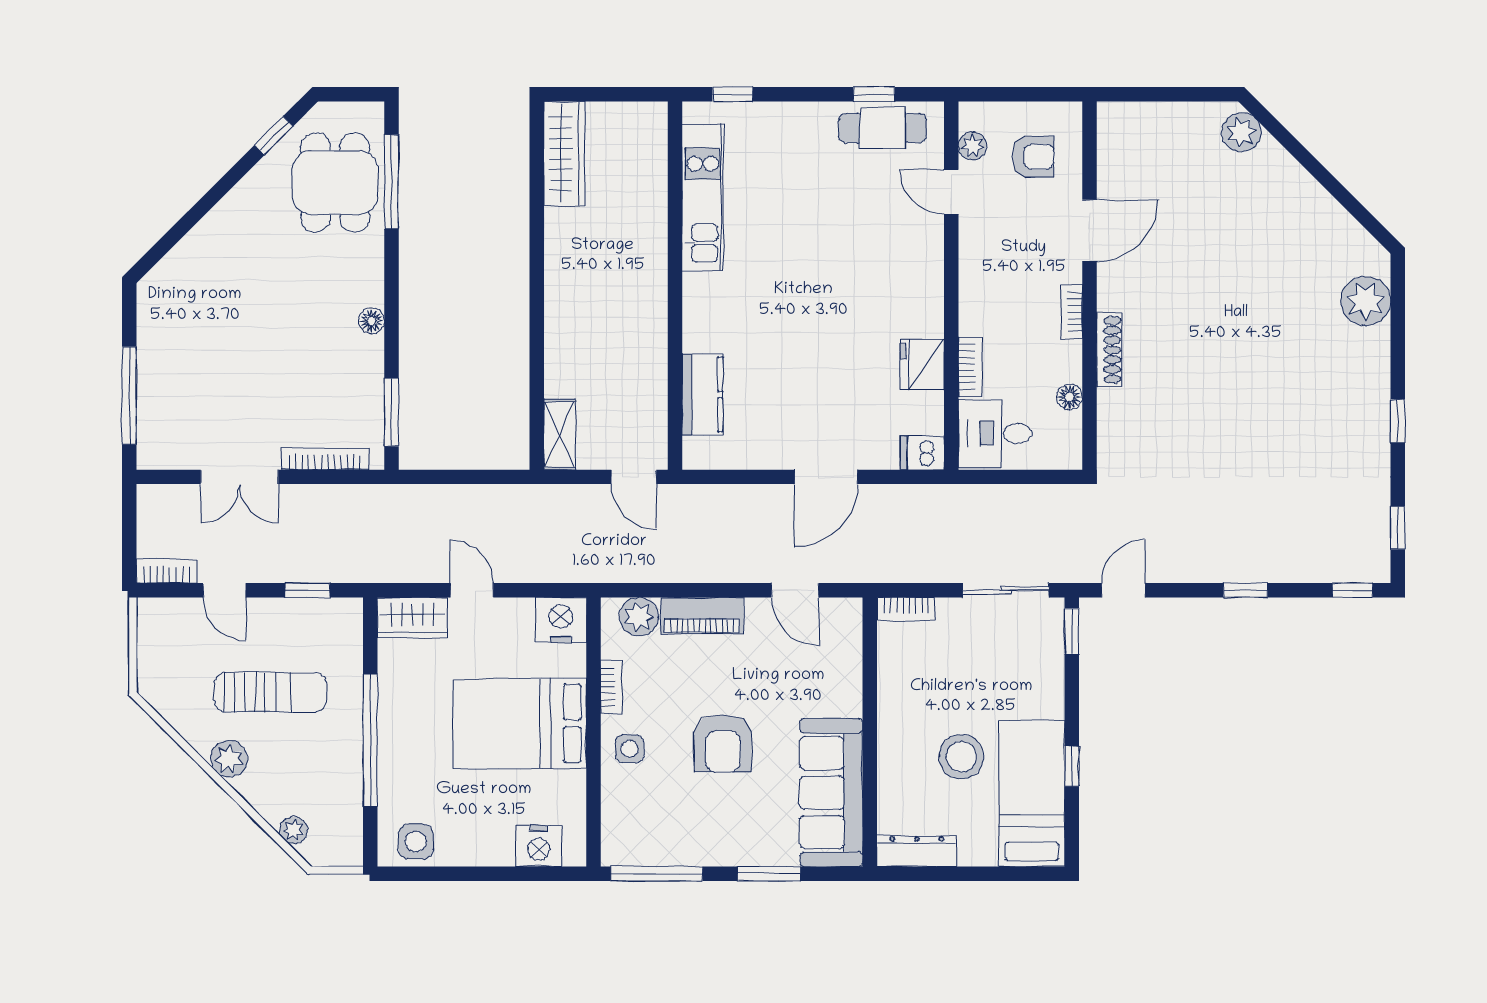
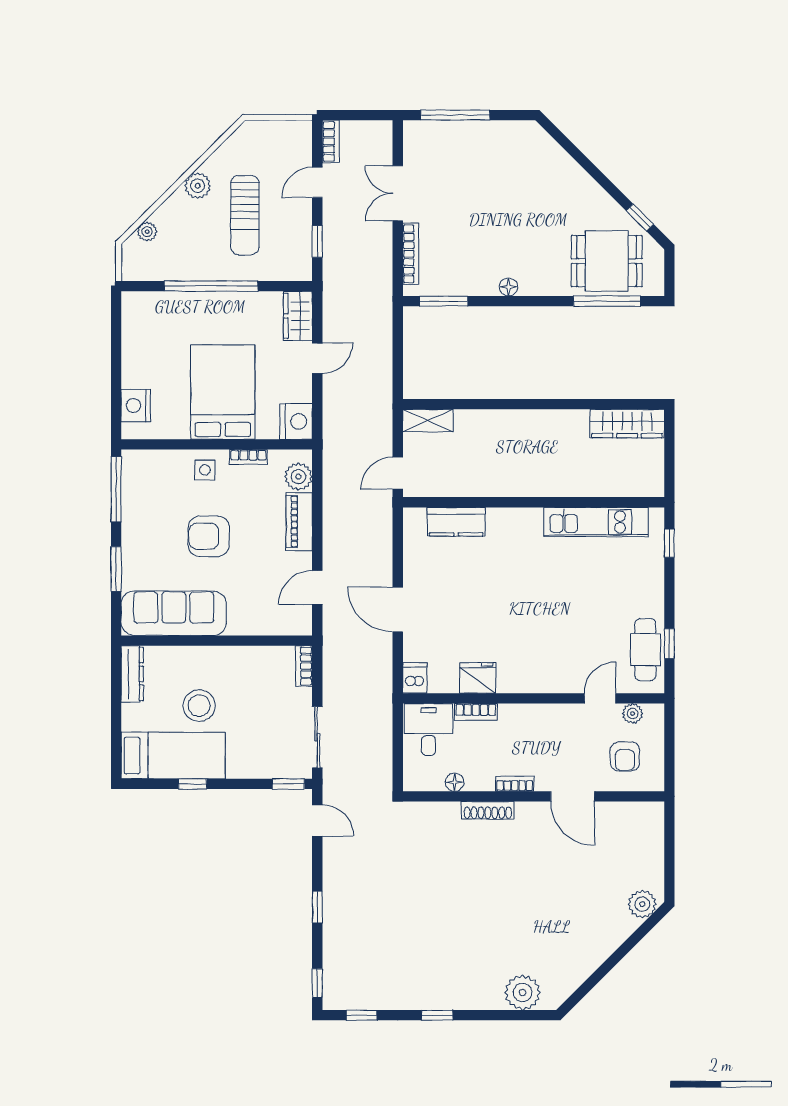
side table: (416, 842) -> (139, 318), removed

